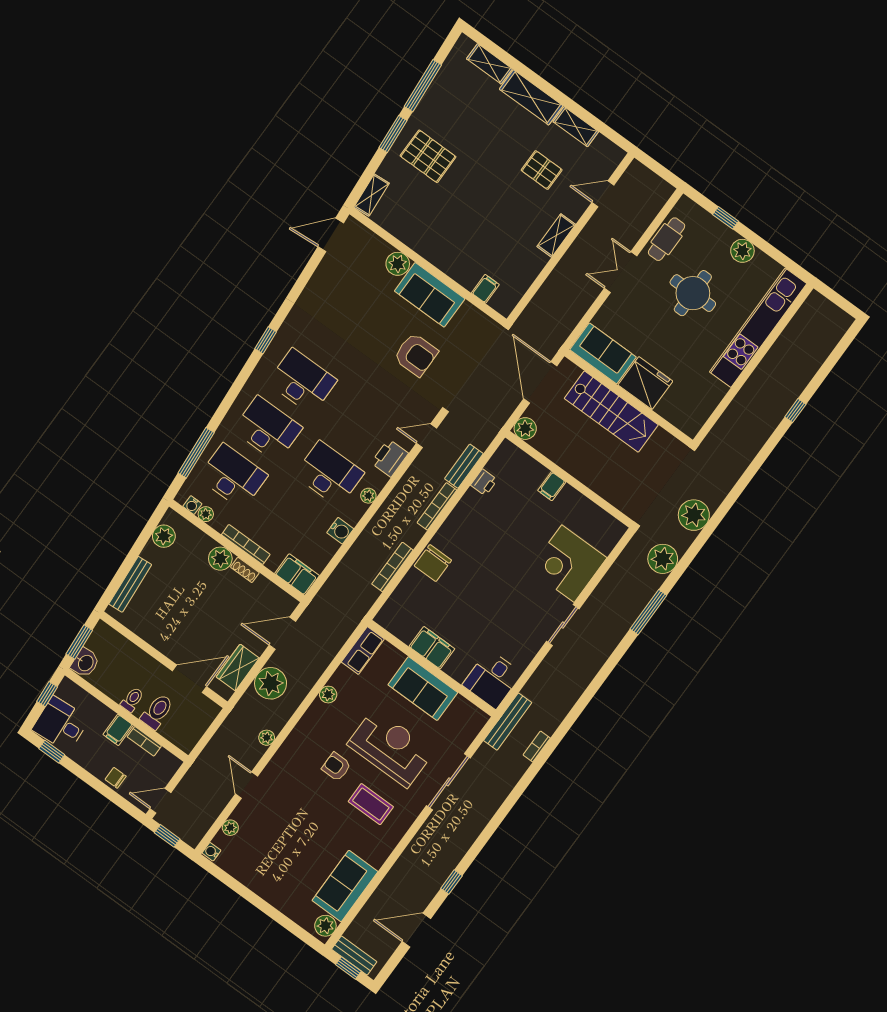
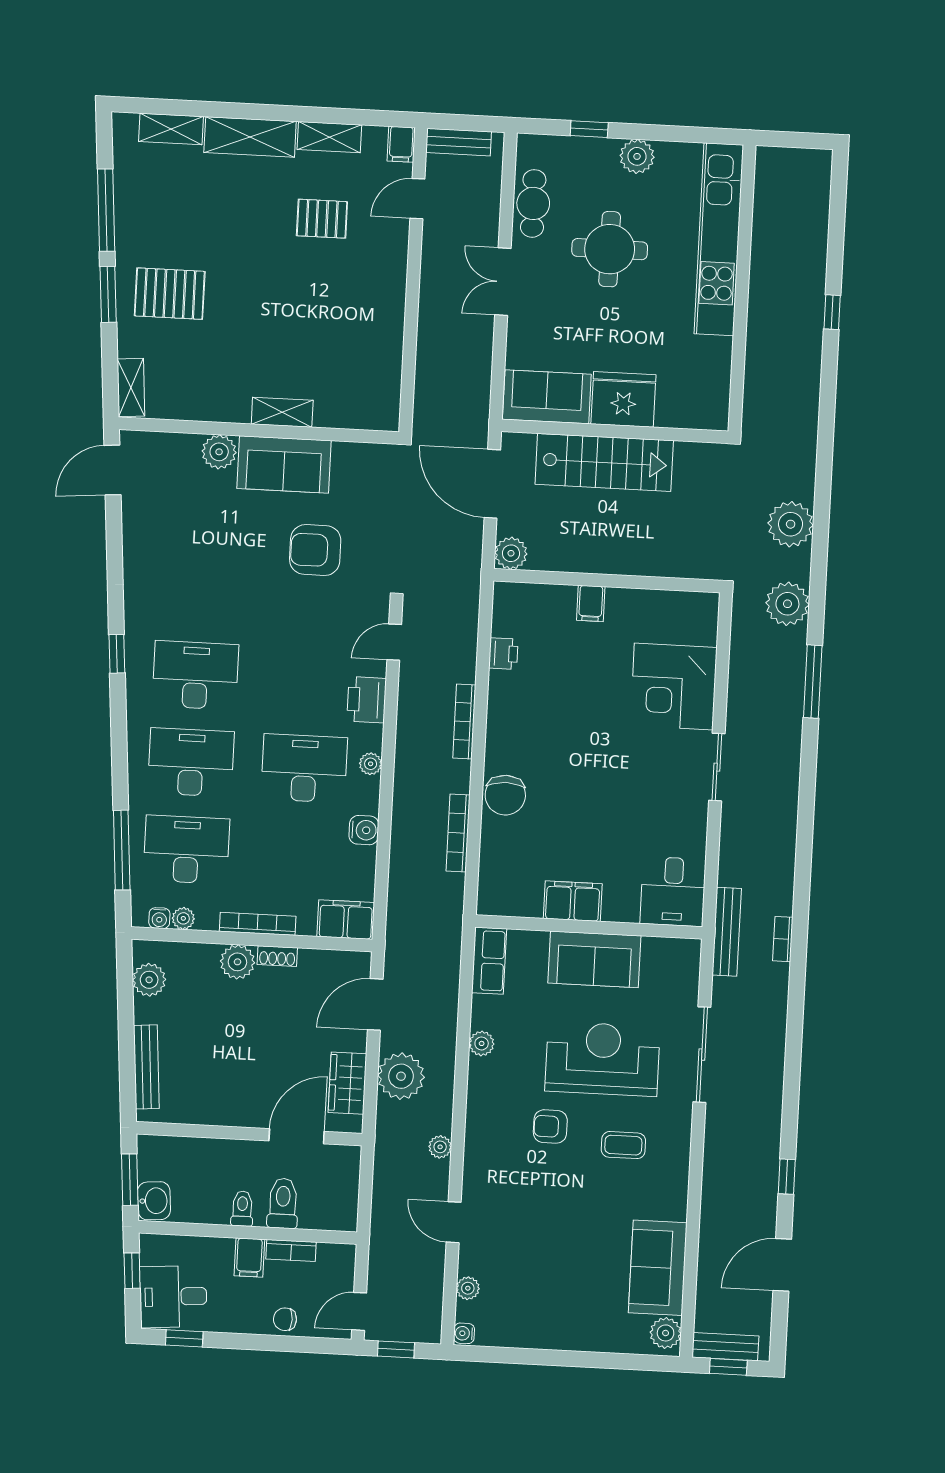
shelving: (556, 235) -> (282, 412), moved, turned 90
filing cabinet: (485, 289) -> (401, 144), moved, turned 180
armchair: (416, 355) -> (315, 550), turned 180
bench: (464, 466) -> (459, 142), moved, turned 90
coffee table: (371, 804) -> (623, 1145), width x0.73, depth x0.77

